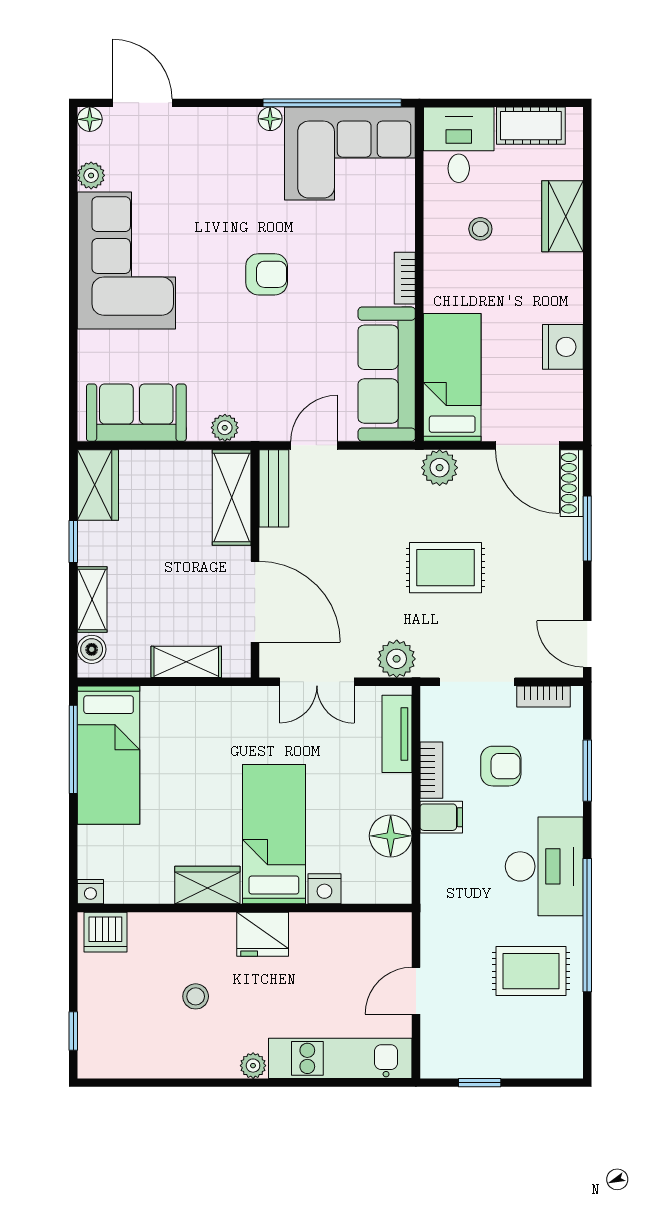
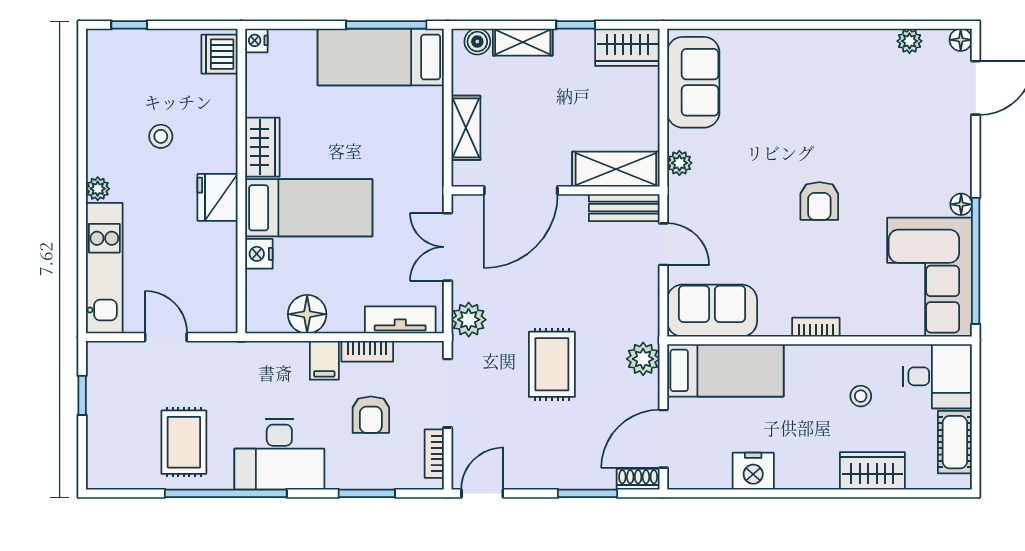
corner sofa: (126, 260) -> (832, 73), removed
sofa: (387, 374) -> (712, 311), width x0.73
shoe rack: (572, 483) -> (638, 479), width x0.70

